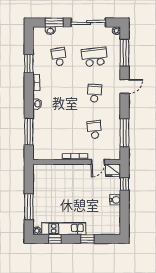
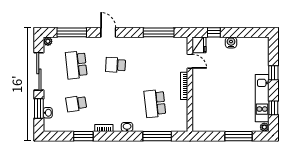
school desk: (94, 130) -> (155, 104), moved, width x1.85

